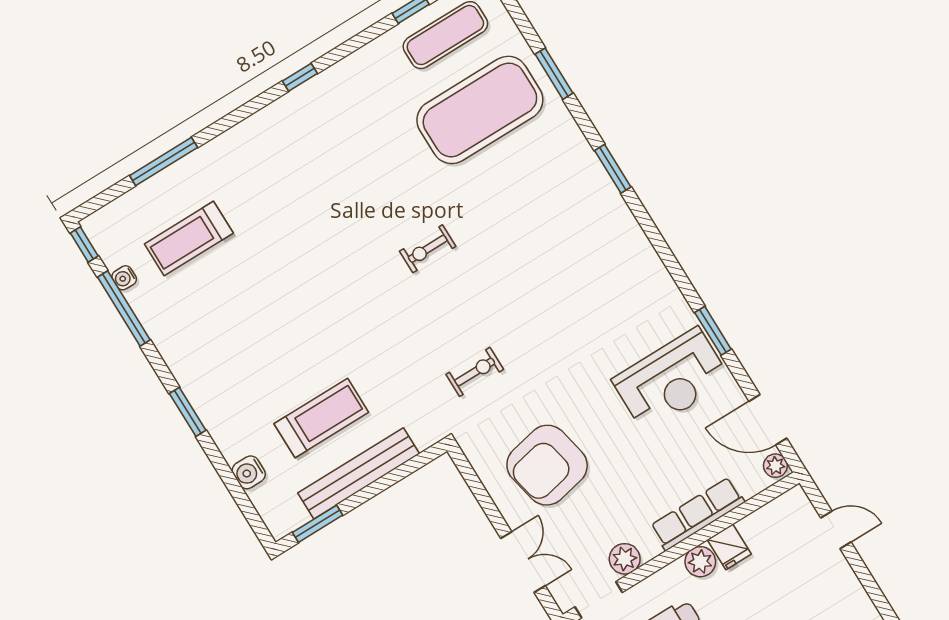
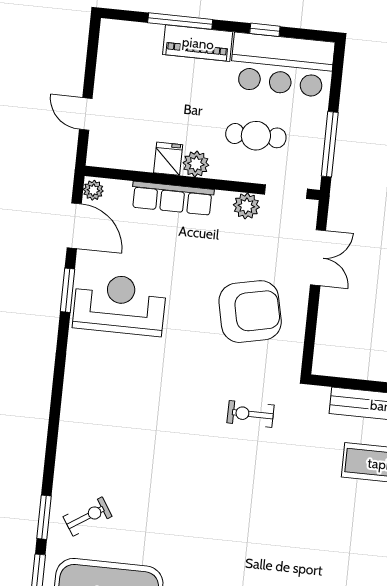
window: (613, 169) -> (44, 517), moved
exercise bike: (428, 249) -> (88, 517), moved, turned -33
window: (713, 331) -> (68, 290), moved
double door: (523, 562) -> (318, 258), swing flipped

